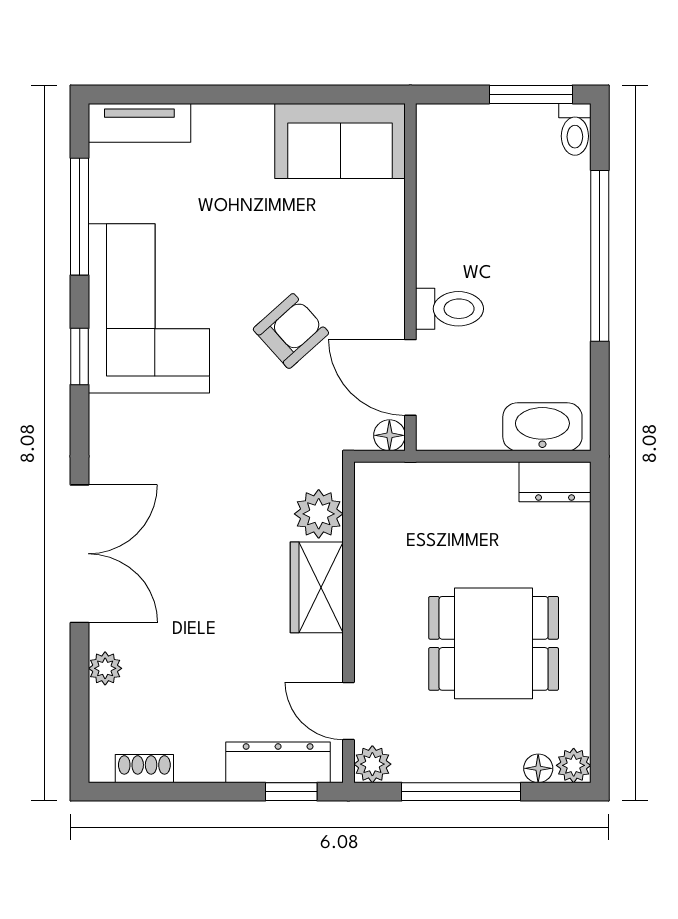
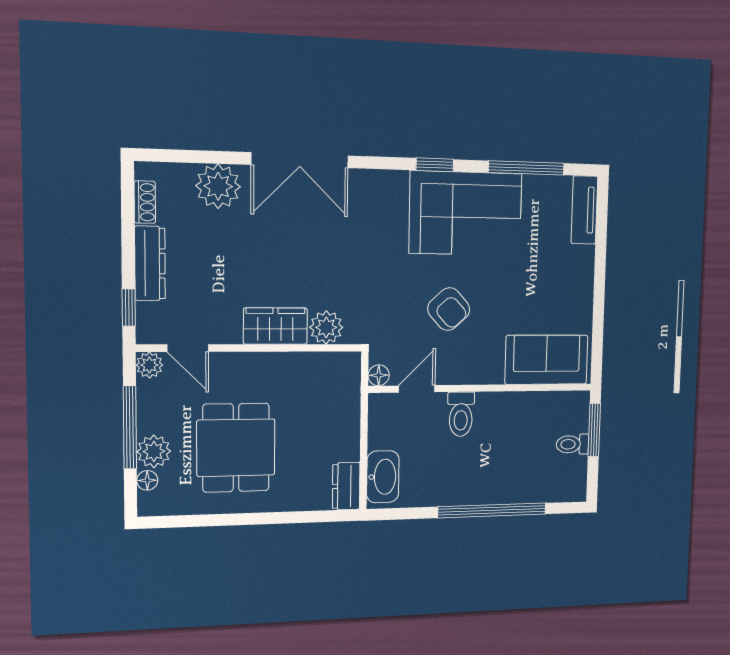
window: (531, 94) -> (594, 430), moved
toilet: (575, 129) -> (572, 444), moved
sofa: (340, 141) -> (547, 360), moved, turned 90
door: (410, 377) -> (417, 389), width x0.73
plant: (105, 668) -> (218, 186), width x1.88, depth x1.88
door: (348, 711) -> (188, 348), swing flipped
dresser: (278, 762) -> (150, 263), moved
plant: (574, 765) -> (154, 451), moved, width x1.38, depth x1.38

